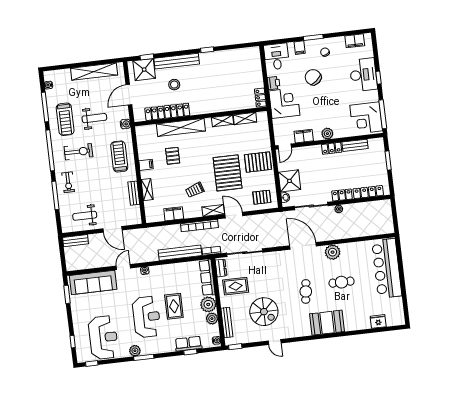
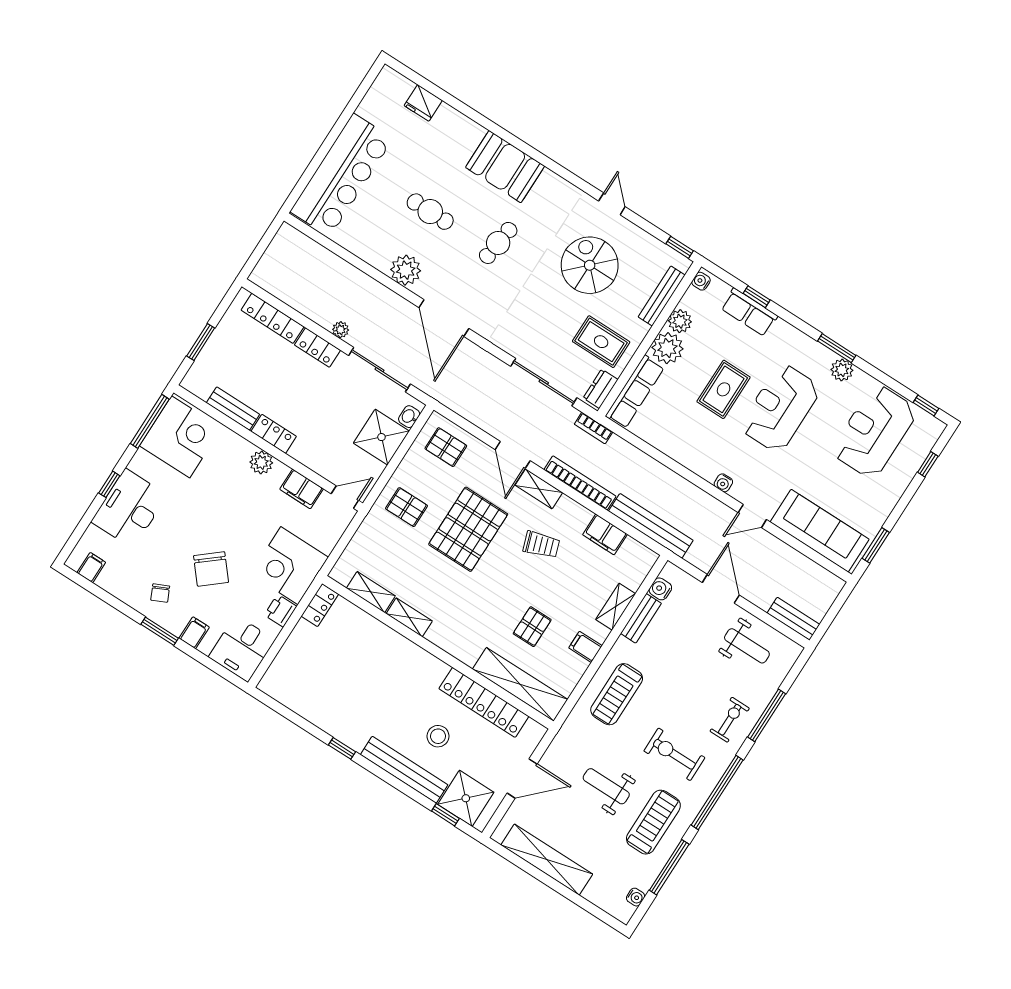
filing cabinet: (355, 41) -> (91, 568), width x0.50
water cooler: (125, 124) -> (660, 589), moved
shelving: (181, 127) -> (520, 684), moved
pallet: (258, 162) -> (406, 507), width x0.67, depth x0.71
bench: (180, 253) -> (651, 526), moved

